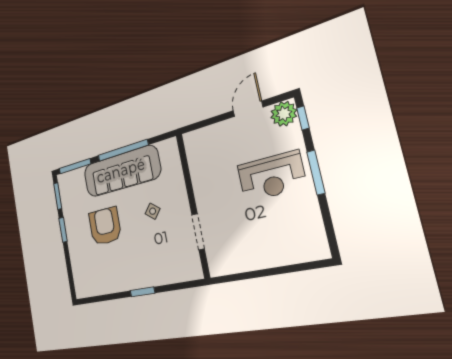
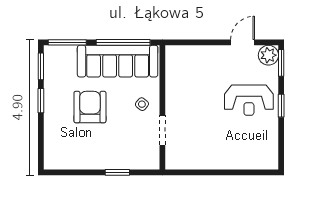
window: (303, 118) -> (281, 63), width x1.50
window: (316, 173) -> (281, 106), width x0.69
wall: (193, 205) -> (162, 107), moved
doorway: (198, 232) -> (162, 130), moved

